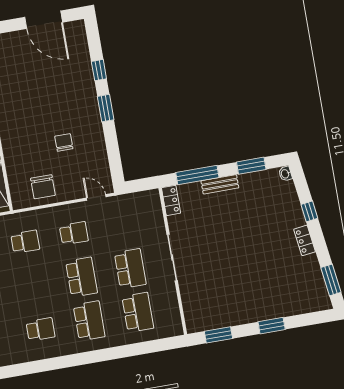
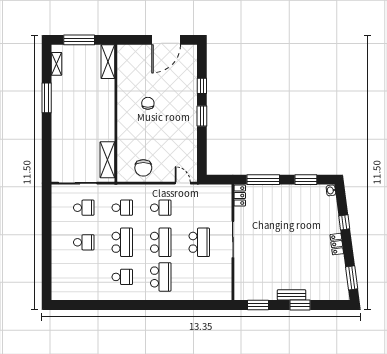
door: (44, 20) -> (166, 40), hinge flipped
chair: (64, 142) -> (148, 103), moved
bench: (220, 184) -> (291, 295), moved
school desk: (138, 312) -> (122, 242), moved

